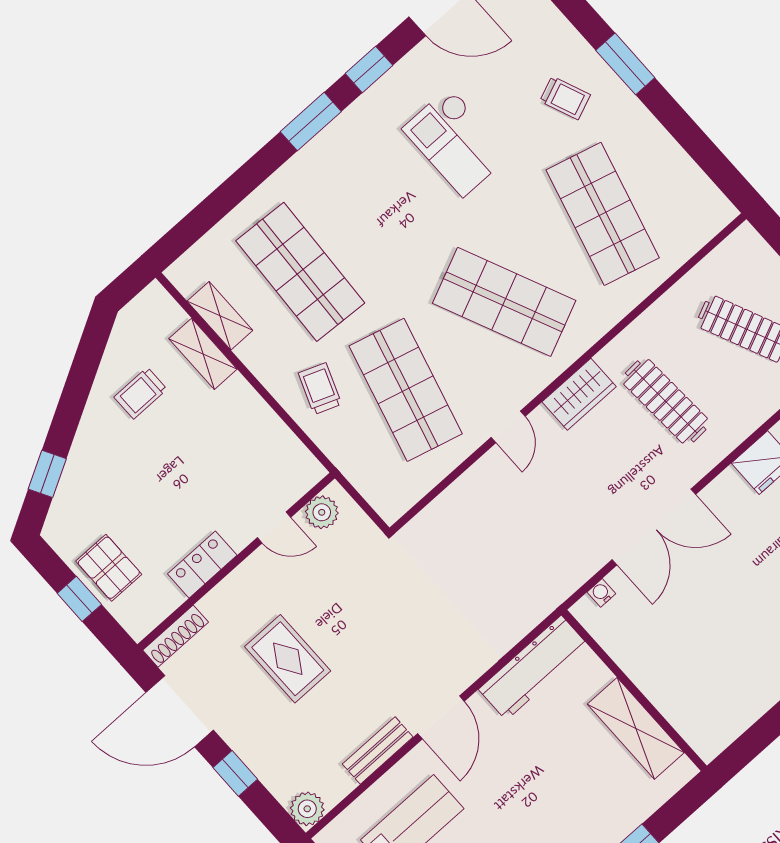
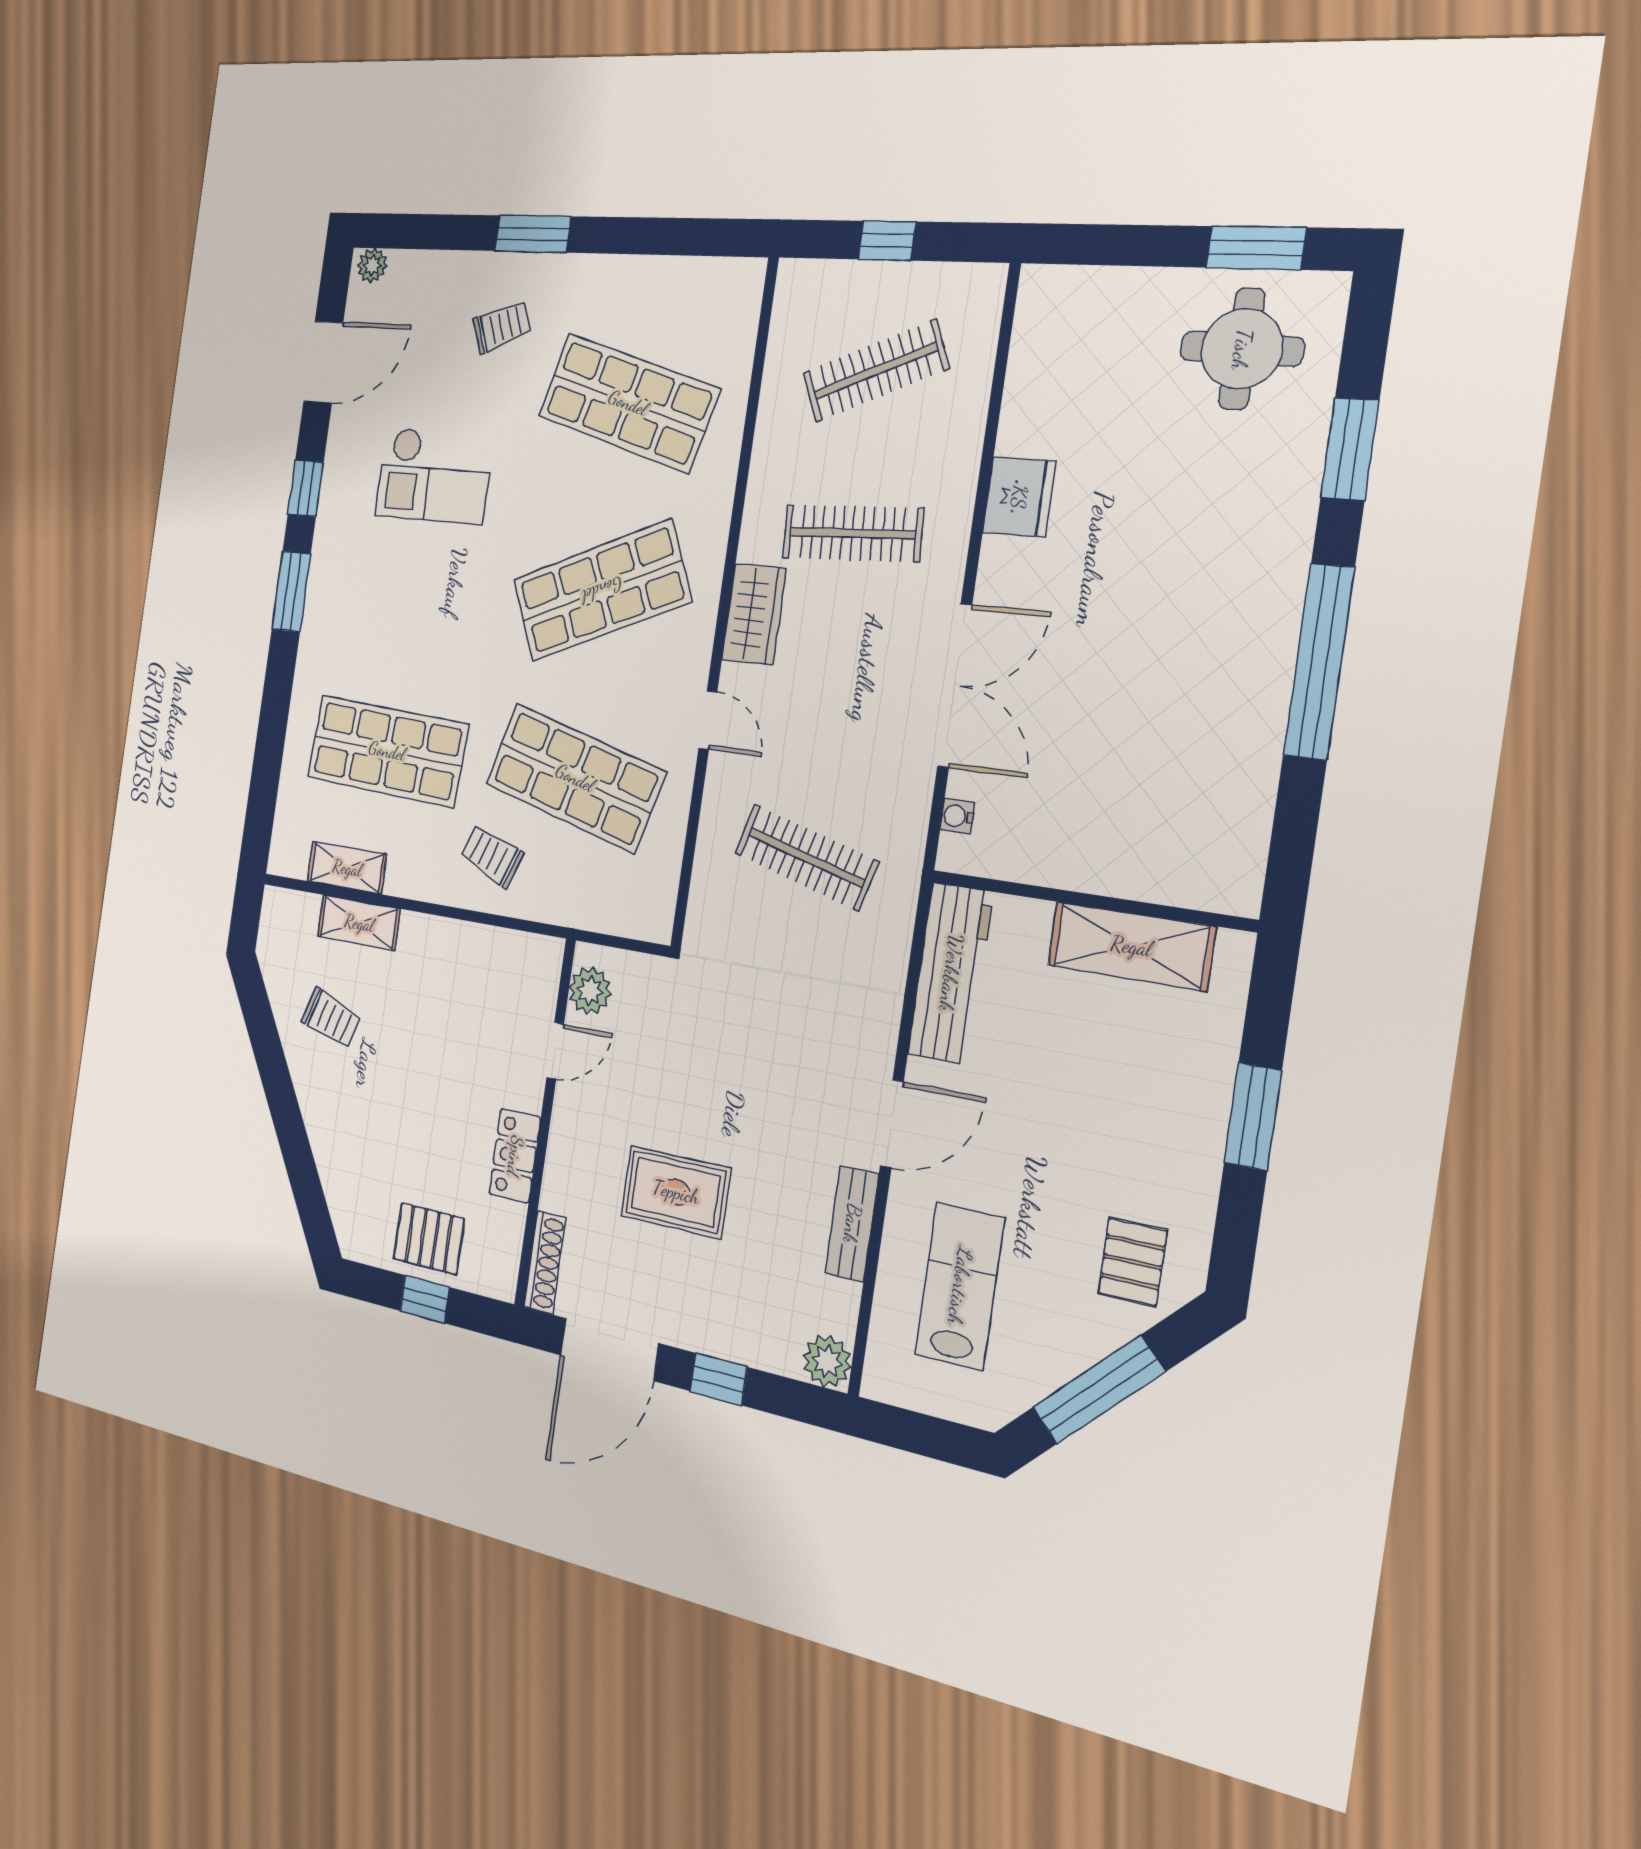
trolley: (141, 393) -> (331, 1018), turned -72
window: (47, 474) -> (306, 1184), removed
clothes rail: (504, 546) -> (806, 857), added
door: (441, 717) -> (892, 1124), hinge flipped

